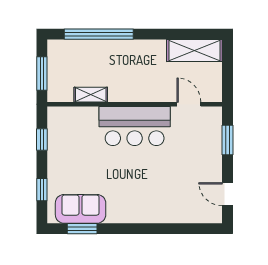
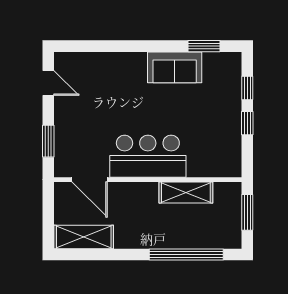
shelving: (91, 95) -> (186, 192), width x1.50, depth x1.33
door: (189, 104) -> (90, 180), width x1.38
window: (42, 139) -> (247, 123), moved
sofa: (81, 209) -> (175, 67), moved

